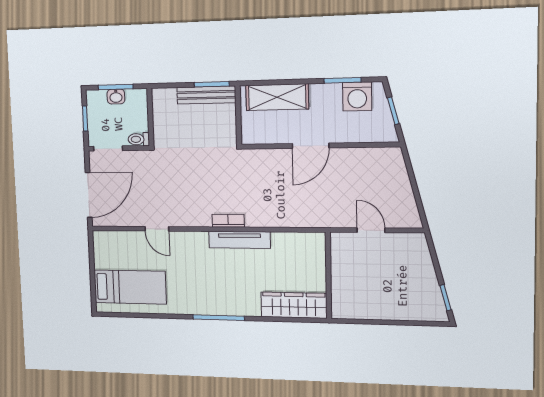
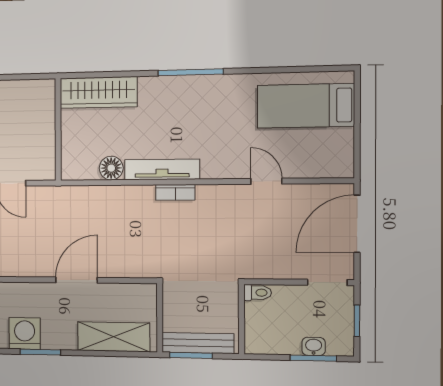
wall: (150, 117) -> (241, 319), moved
toilet: (139, 139) -> (258, 293), moved
floor lamp: (282, 242) -> (111, 168), added

